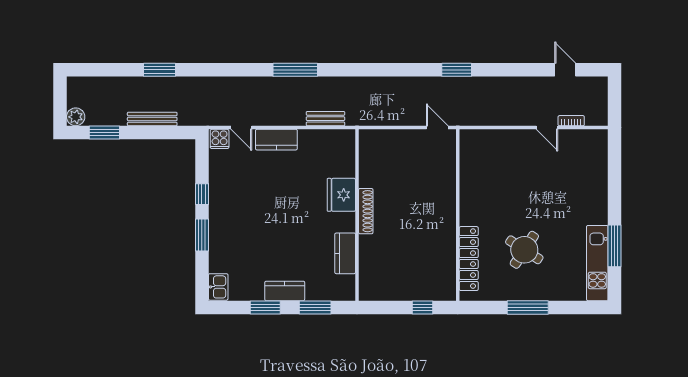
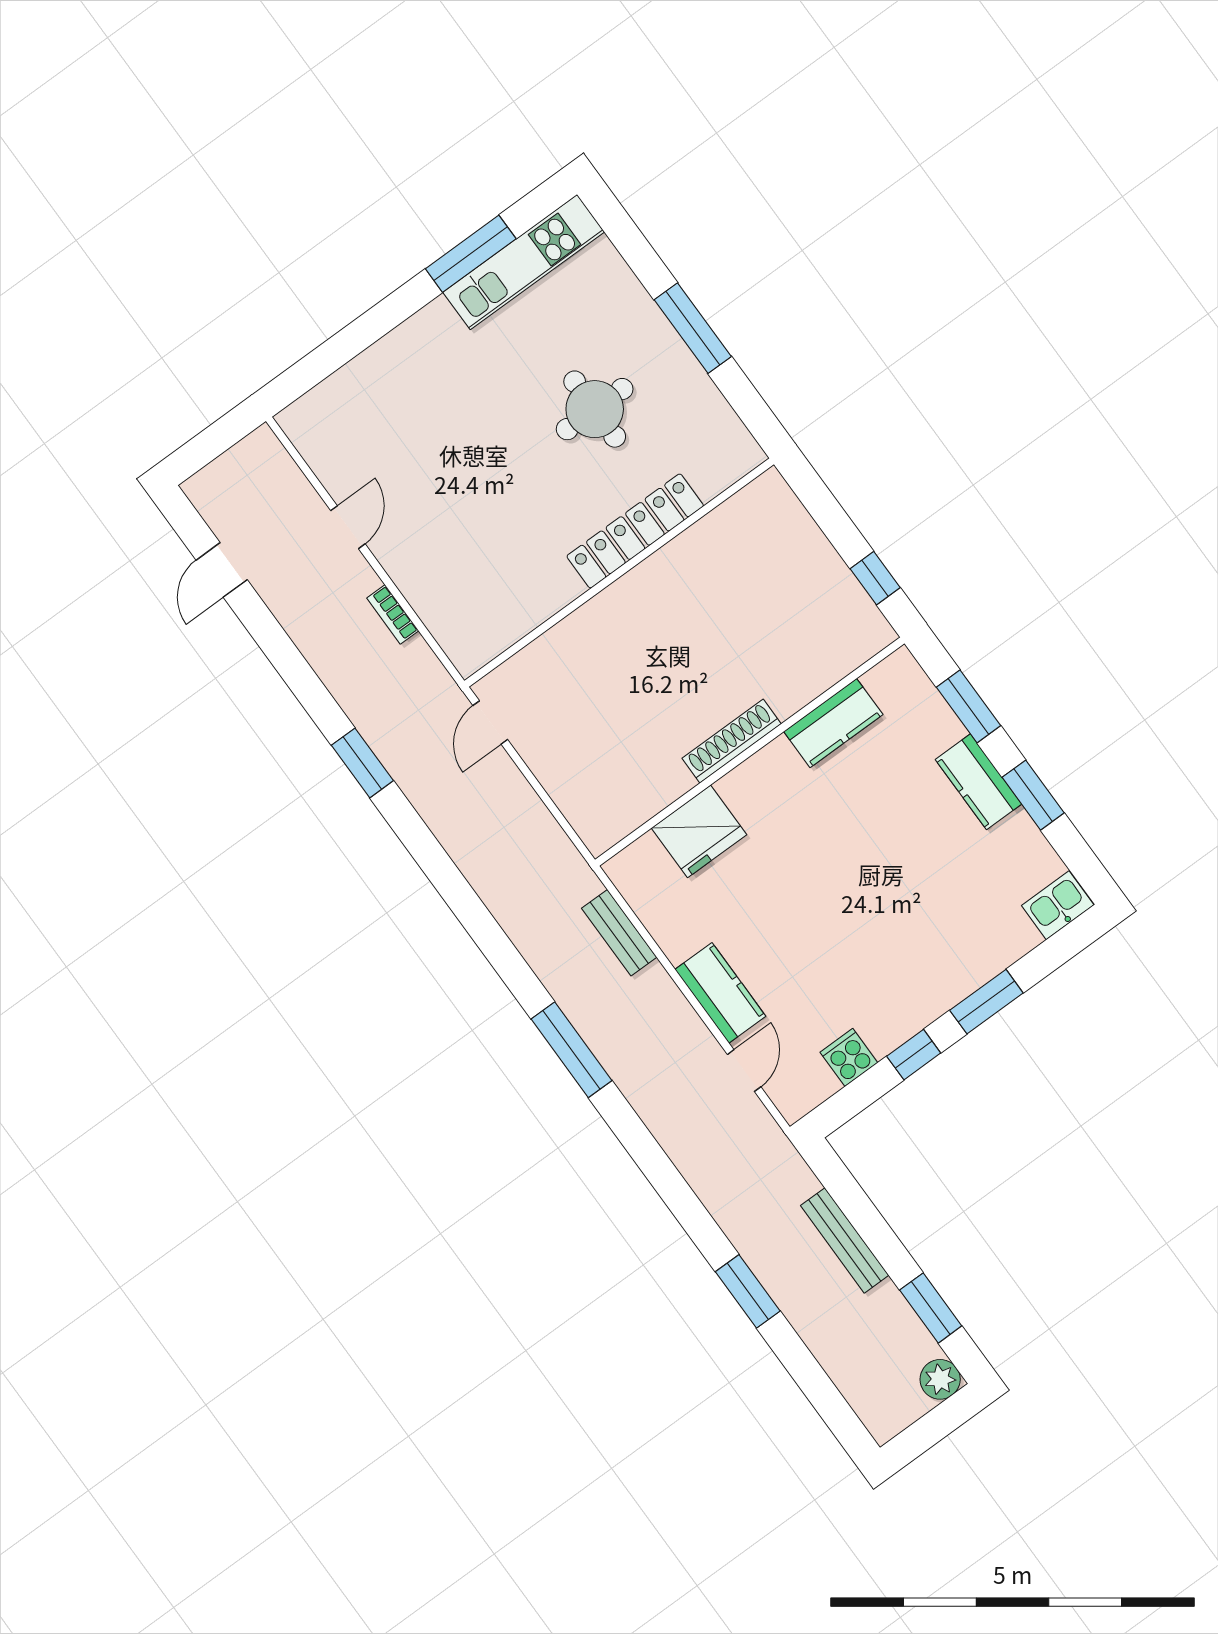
bookcase: (571, 121) -> (393, 614), moved
cooker: (220, 139) -> (849, 1057), moved, turned -90
fridge: (341, 195) -> (699, 831), moved
round table: (524, 250) -> (595, 409), turned -33
locker: (469, 259) -> (635, 531), moved
window: (422, 307) -> (875, 578), moved

